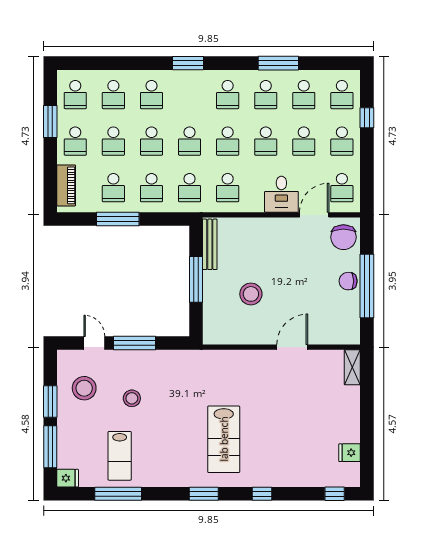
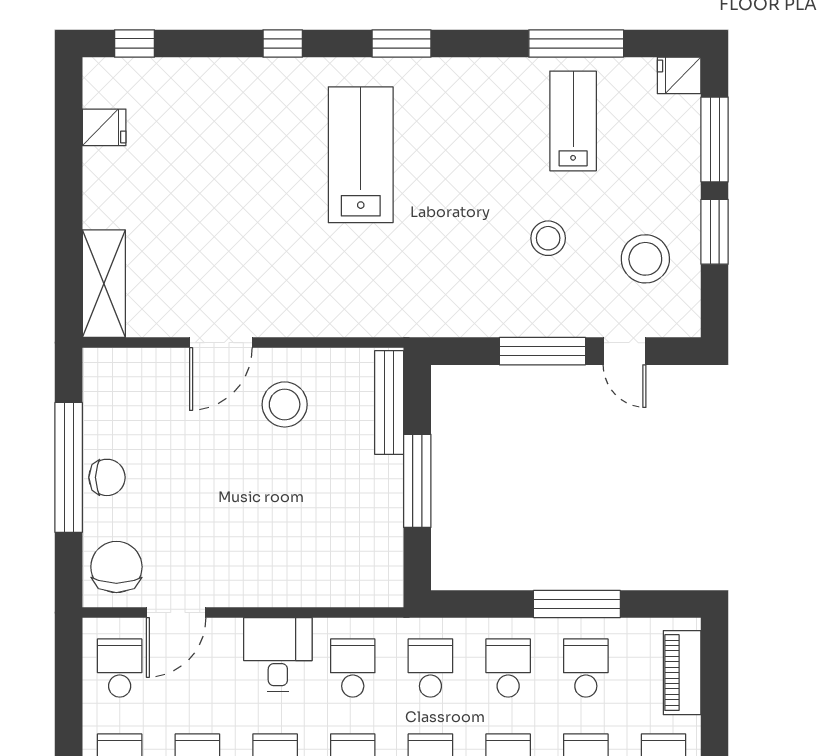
desk: (281, 194) -> (278, 655), moved
bench: (210, 244) -> (389, 402), moved
stool: (251, 294) -> (285, 404), moved
shelving: (352, 367) -> (104, 284), width x1.50, depth x1.33

